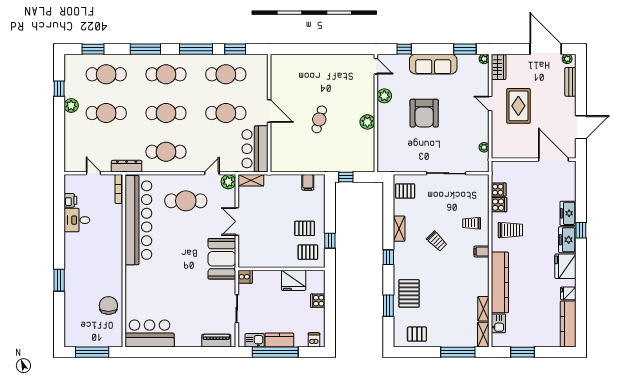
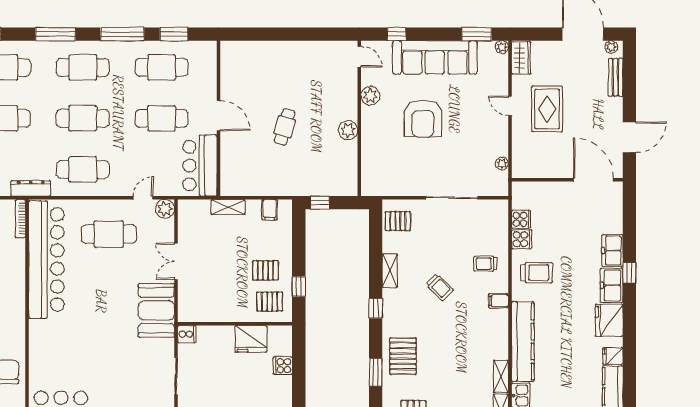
sofa: (433, 64) -> (435, 57), width x1.36, depth x1.27
shelving: (251, 180) -> (228, 207), moved

